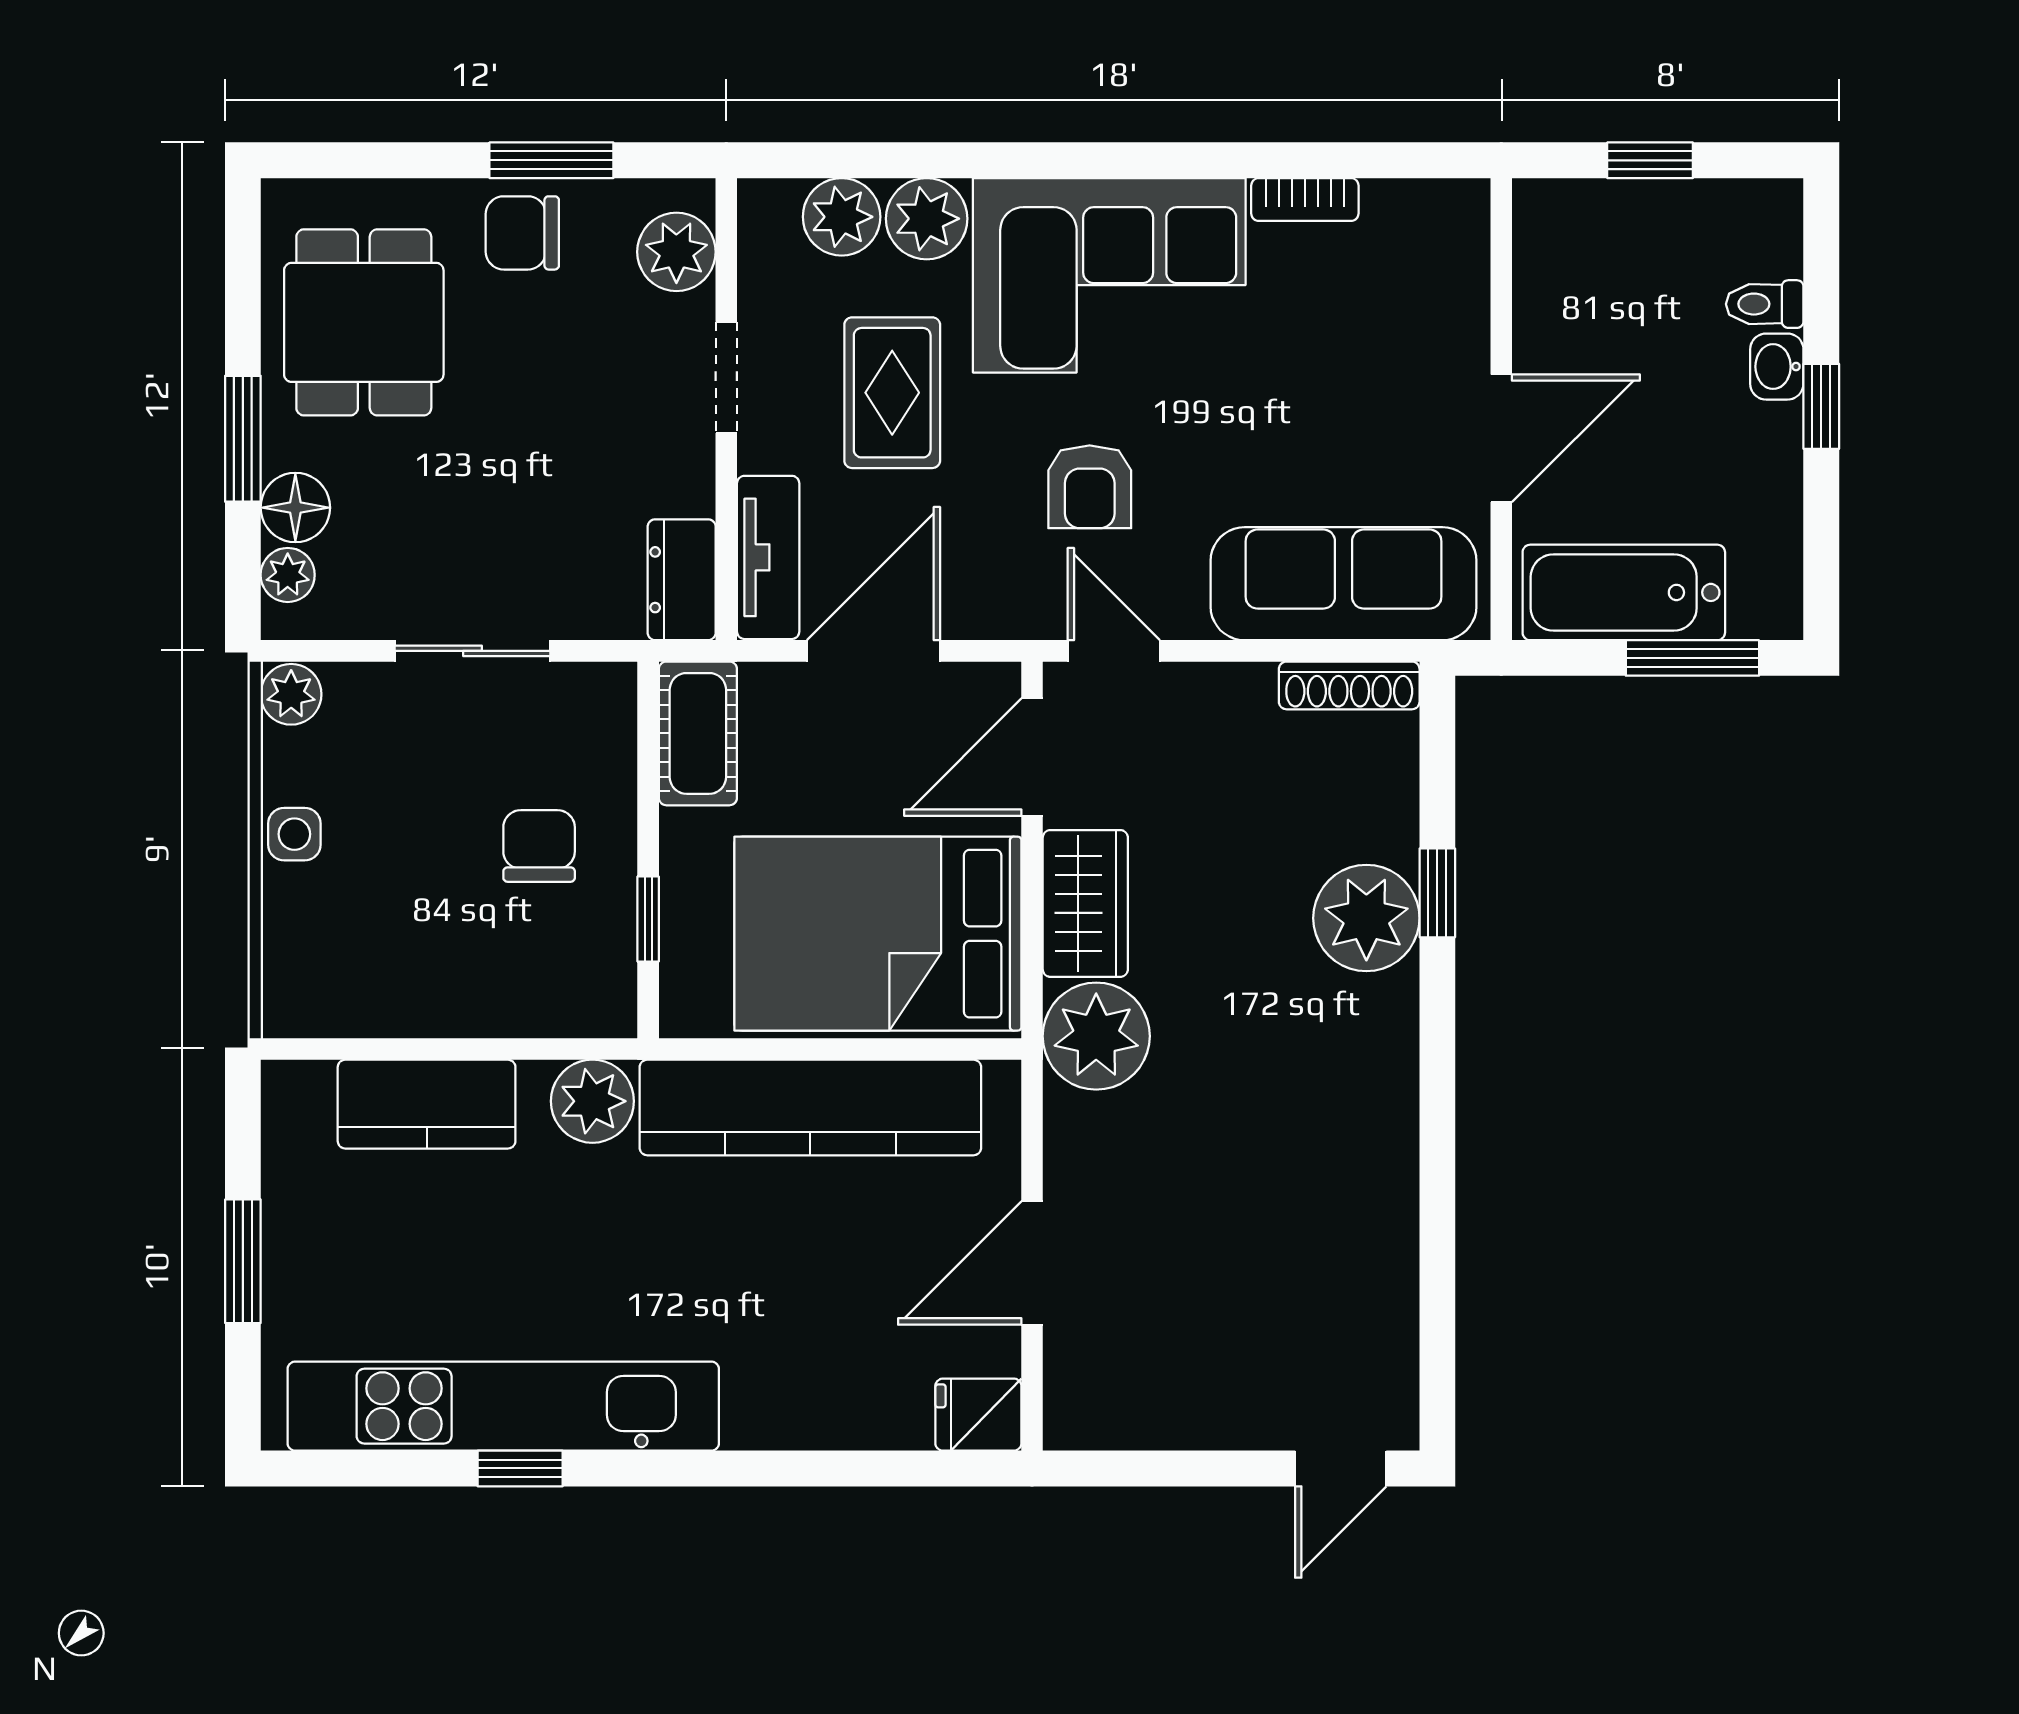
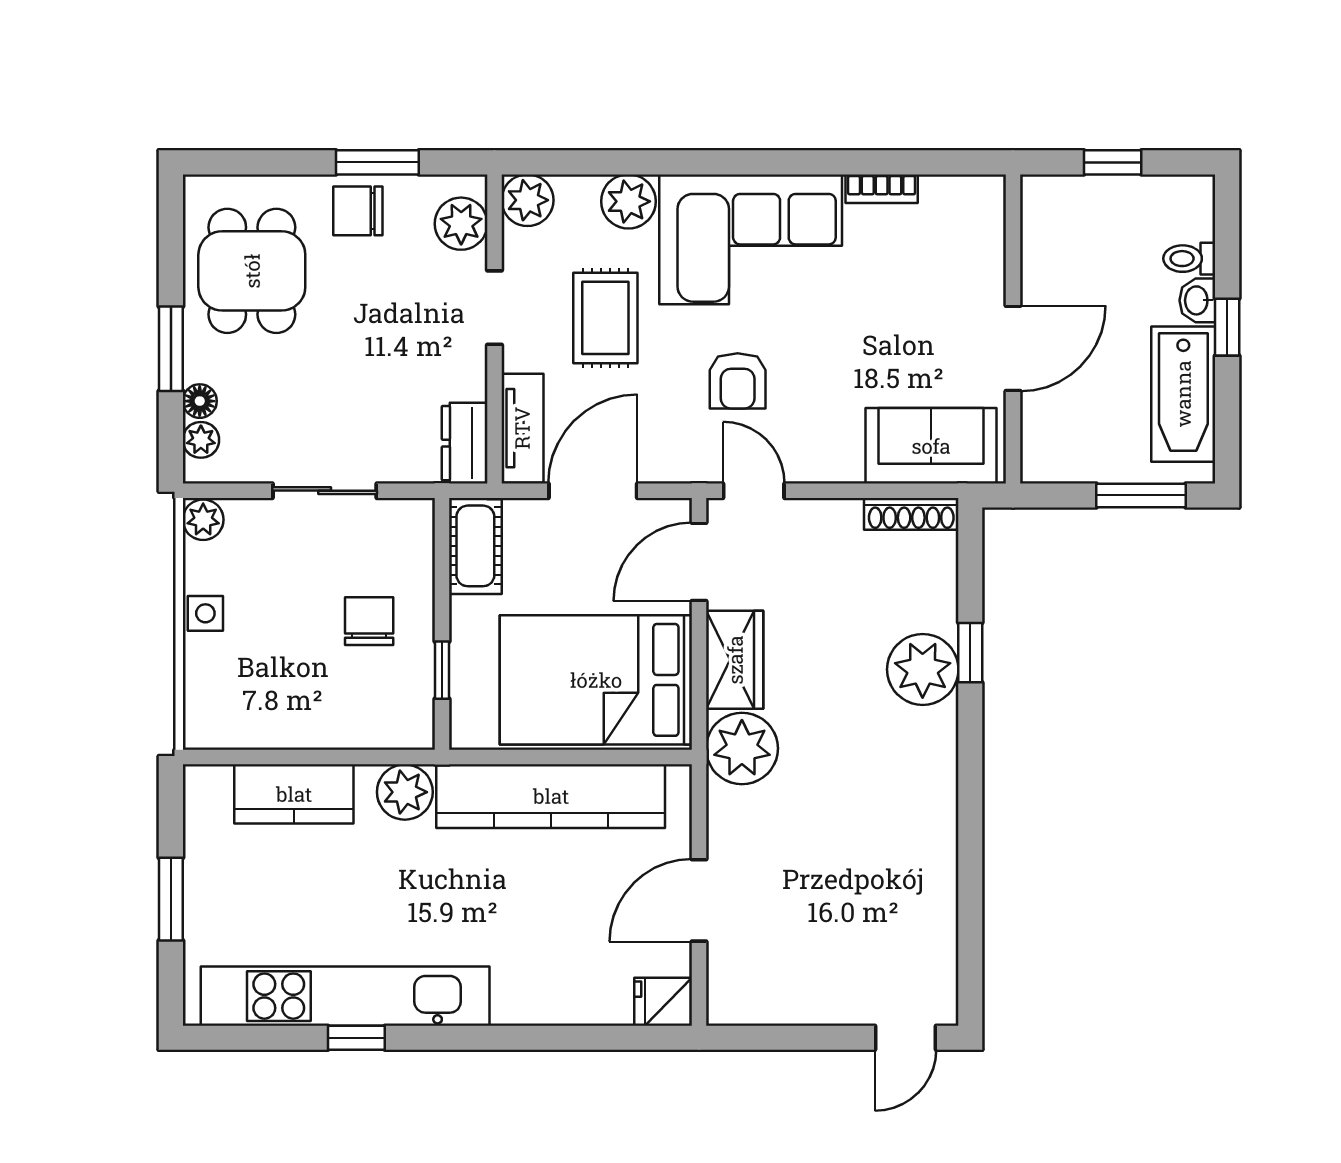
plant: (842, 217) -> (527, 200), moved
floor lamp: (295, 508) -> (200, 401), width x0.73, depth x0.73
sofa: (1343, 584) -> (931, 446), width x0.73
bathtub: (1624, 592) -> (1183, 394), moved, turned -90

